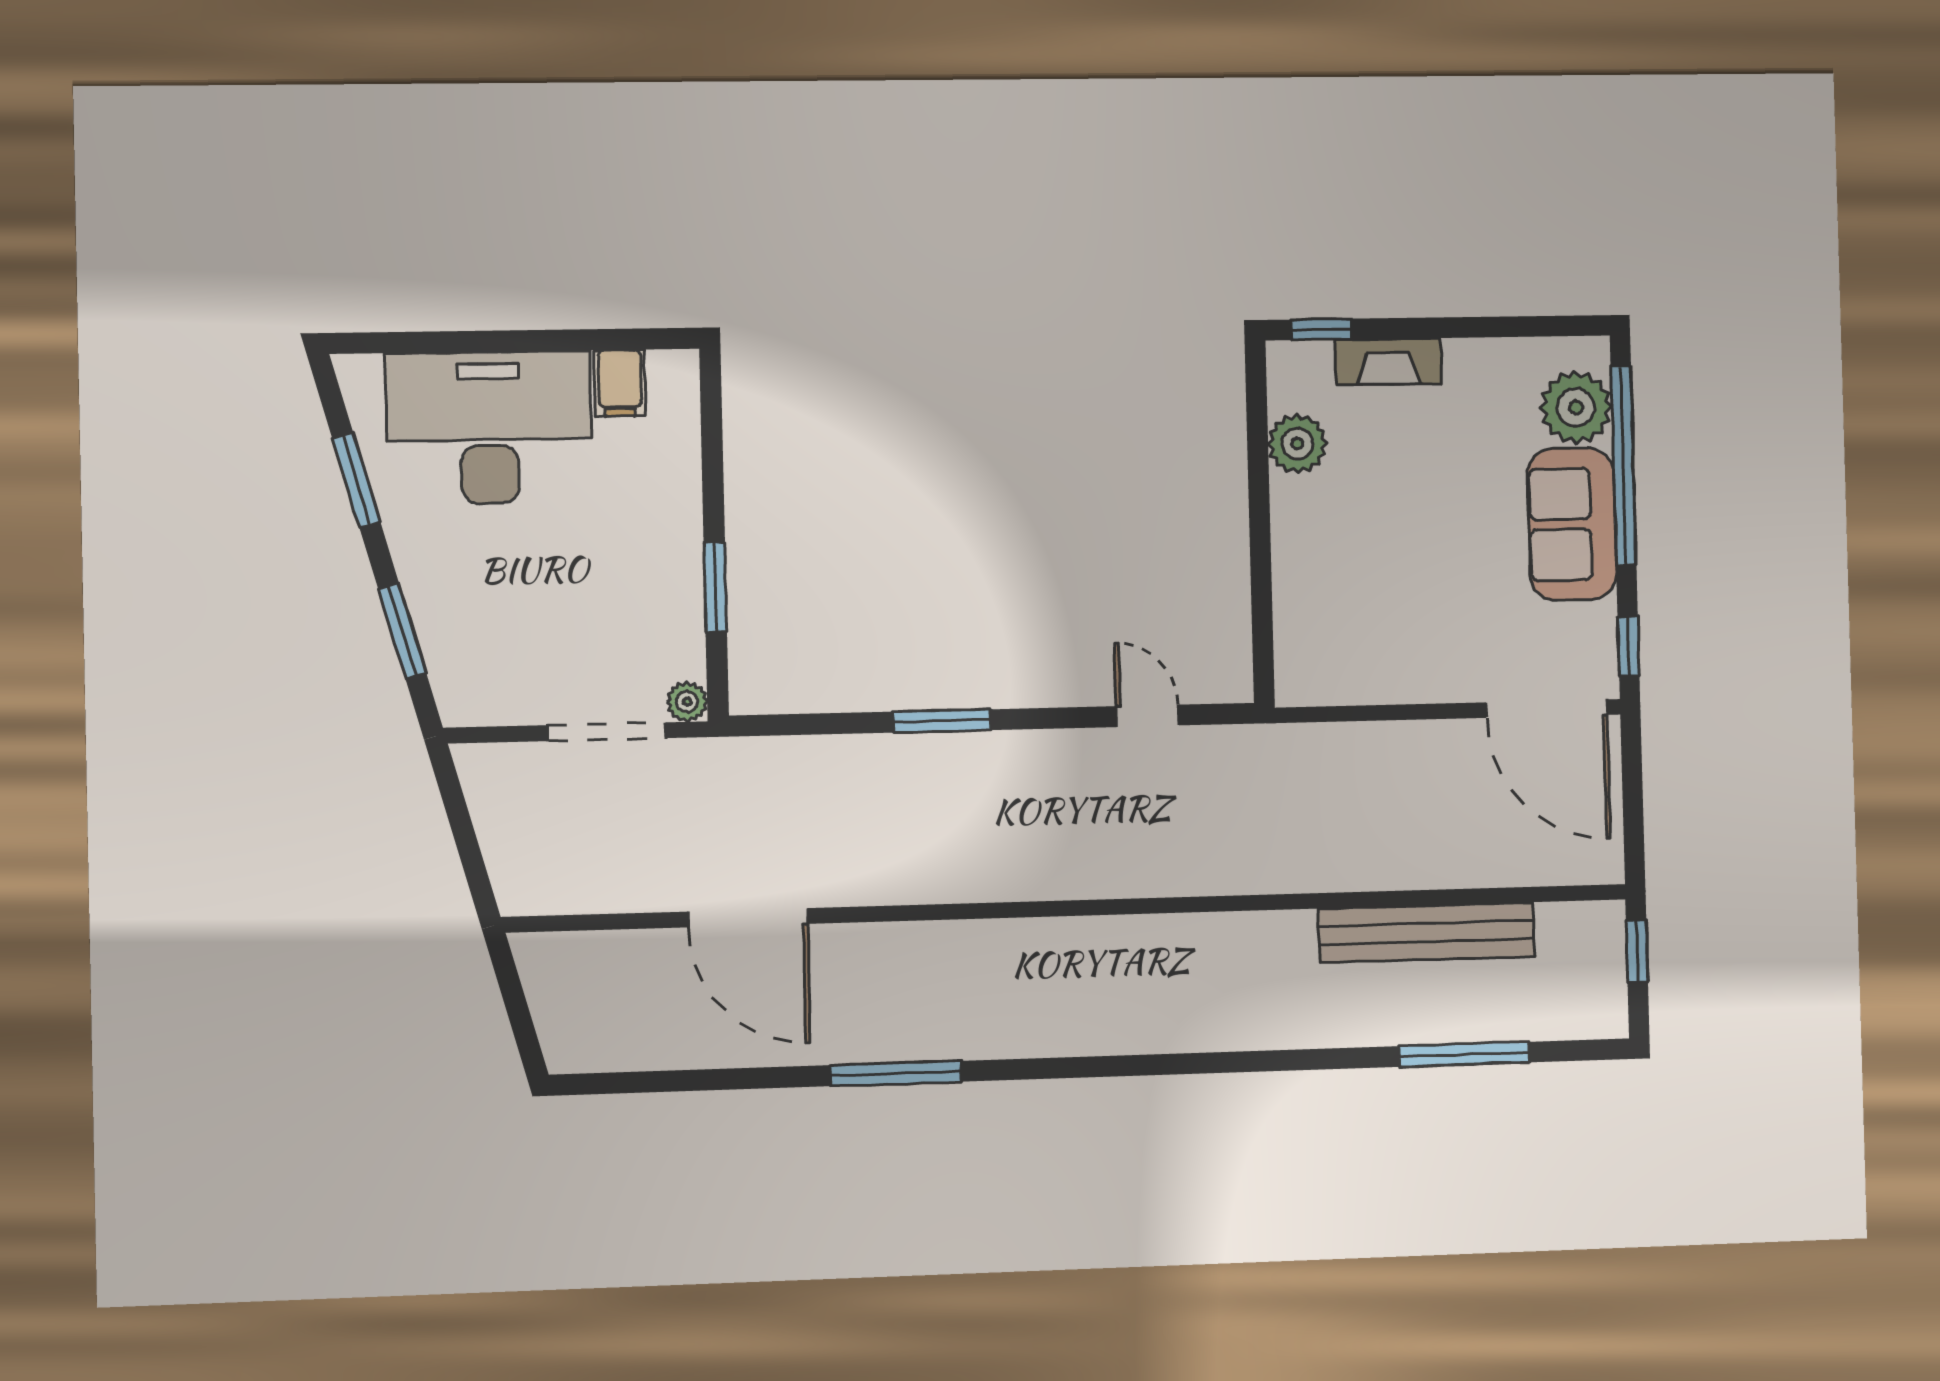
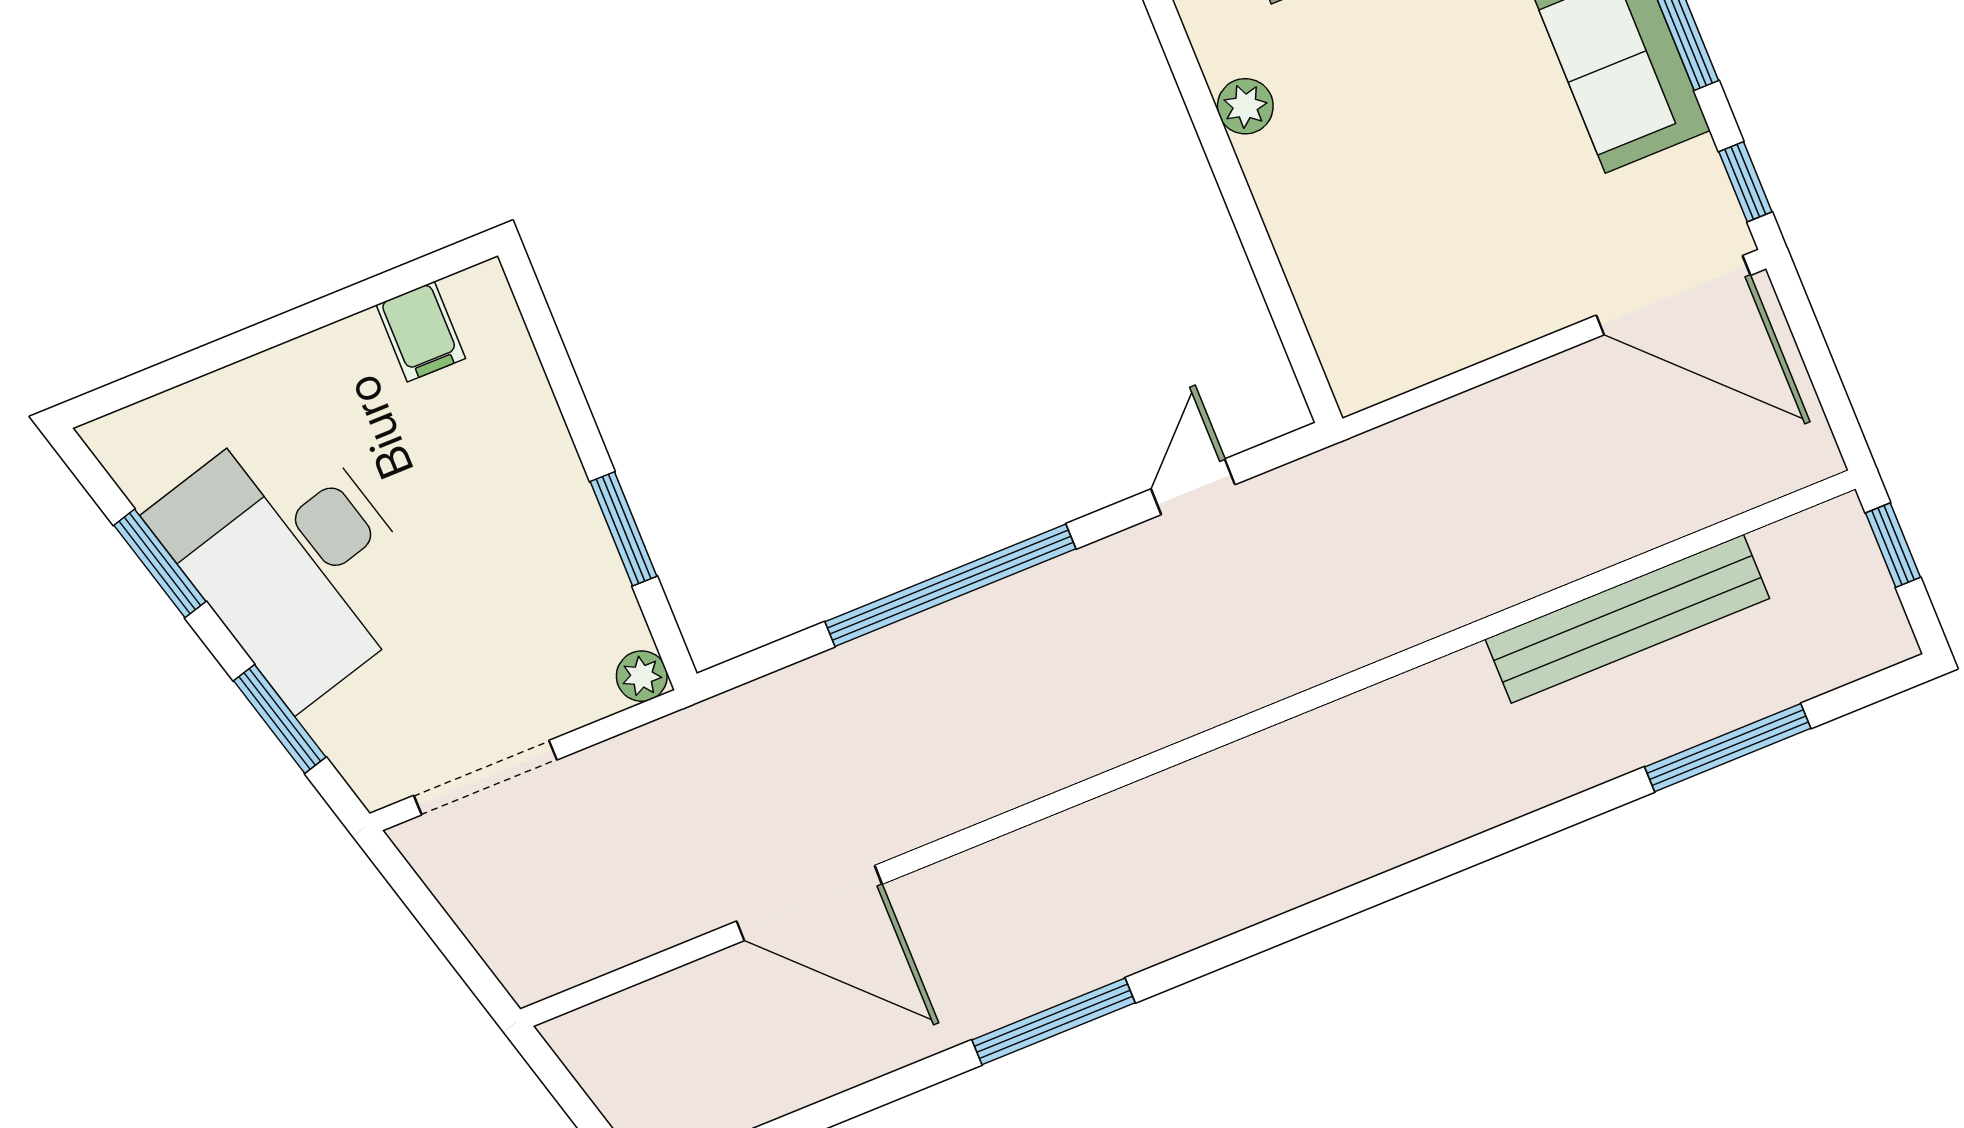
desk: (489, 428) -> (292, 558), moved, turned -106
plant: (1297, 444) -> (1245, 106), width x0.73, depth x0.73
door: (1147, 716) -> (1193, 487), hinge flipped
window: (942, 721) -> (950, 585), width x2.11
doorway: (607, 732) -> (485, 778), moved

